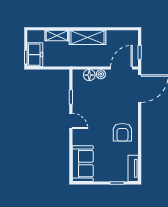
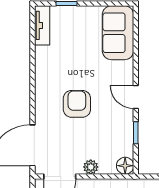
floor lamp: (89, 75) -> (125, 166), moved
armchair: (122, 132) -> (77, 104), moved

